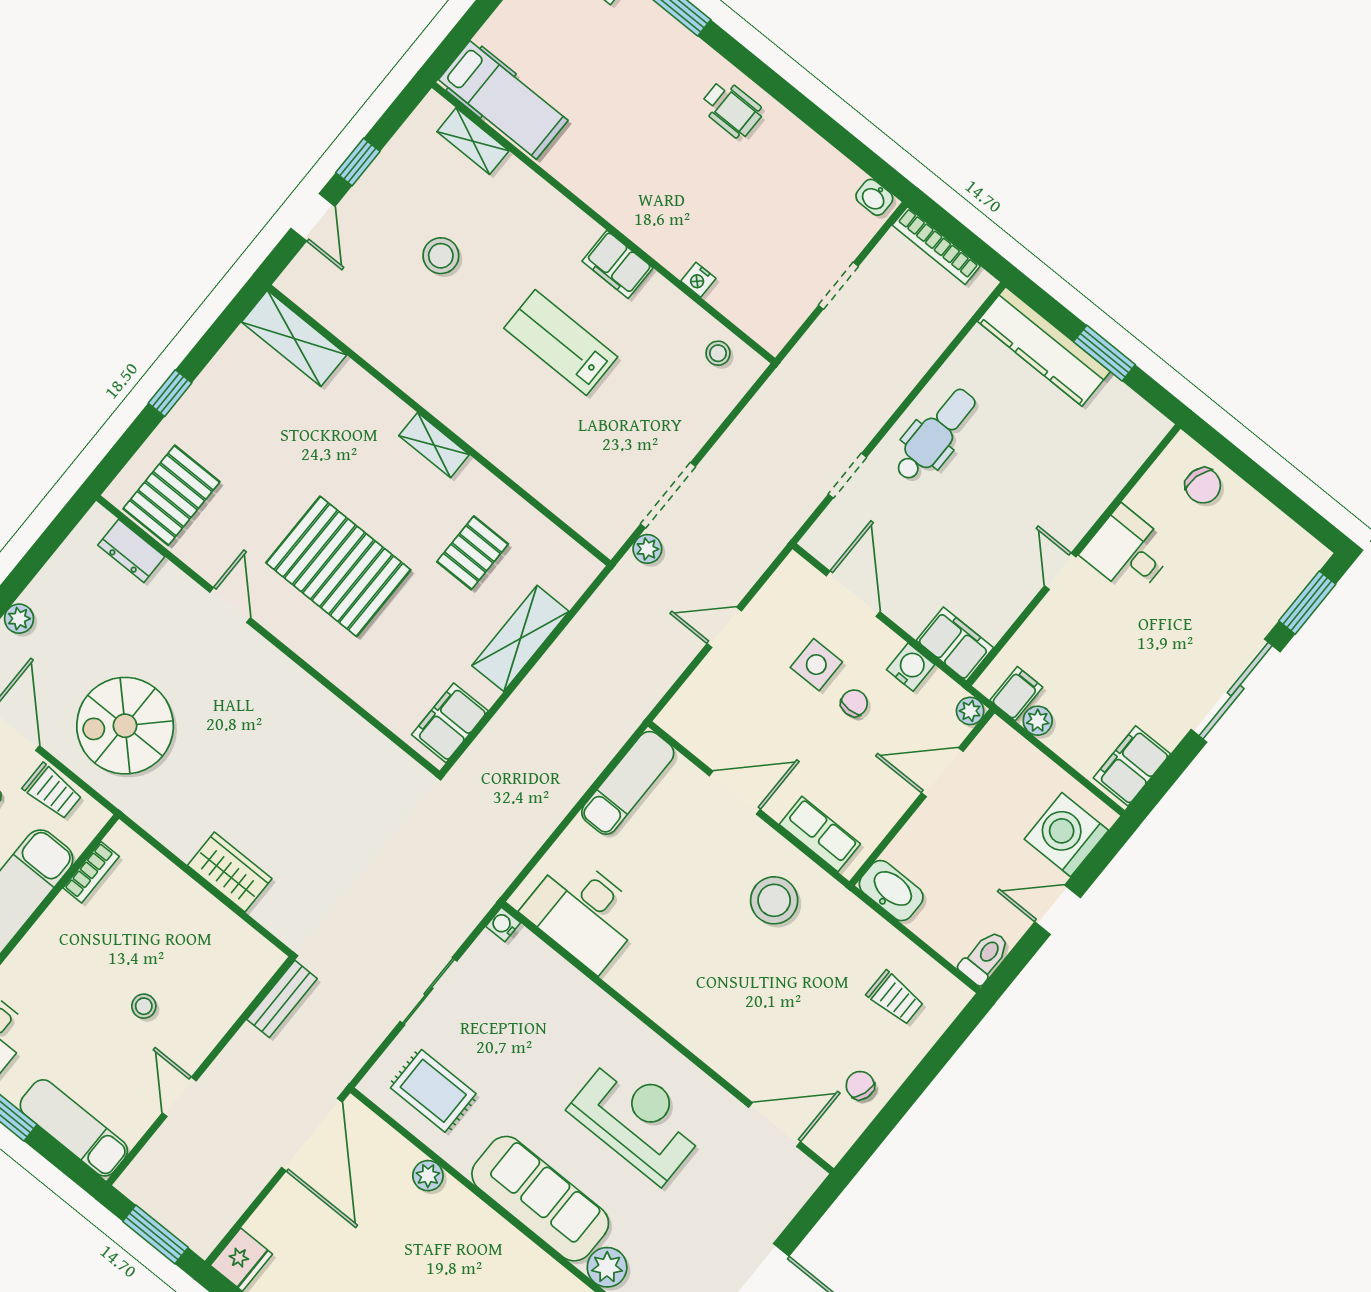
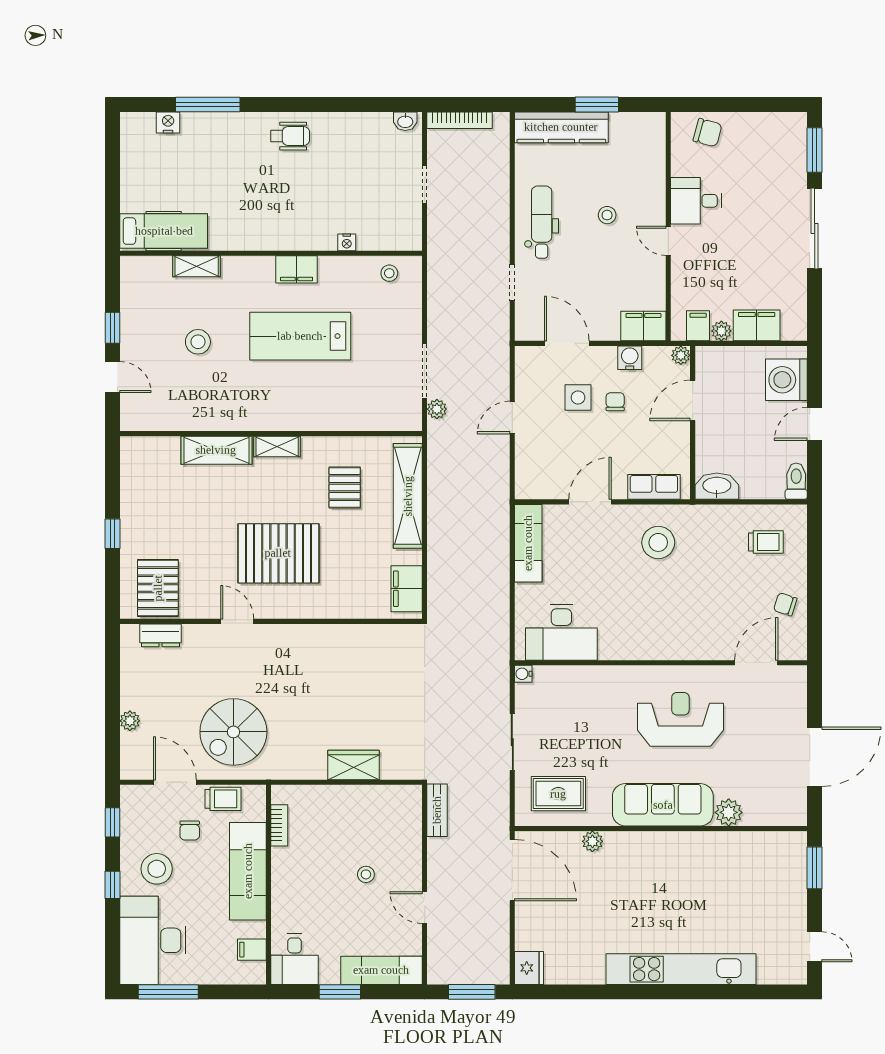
shelving: (473, 141) -> (197, 266), moved
shelving: (294, 338) -> (216, 450), moved
lab bench: (561, 343) -> (300, 336), width x1.36, depth x1.39
stool: (1015, 486) -> (607, 215), added
shelving: (520, 638) -> (408, 496), width x1.47
filing cabinet: (1132, 766) -> (757, 325), moved, turned 90

